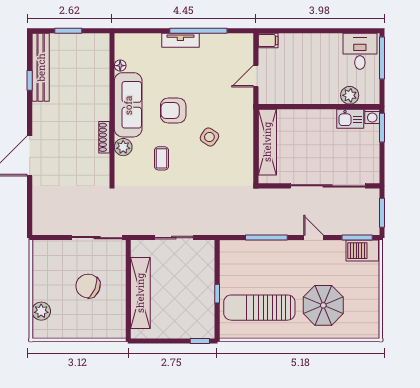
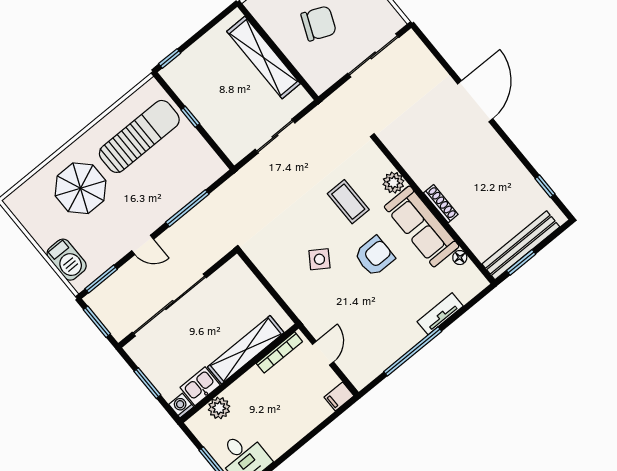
window: (68, 31) -> (521, 262), moved
tv unit: (180, 40) -> (440, 314), moved
bench: (41, 67) -> (521, 245), moved, turned 90
window: (30, 80) -> (545, 186), moved
bookcase: (283, 99) -> (279, 352), added
window: (382, 128) -> (147, 383), moved
shoe rack: (104, 137) -> (441, 204), moved
shelving: (267, 142) -> (246, 350), moved, turned 90
coffee table: (162, 158) -> (348, 202), width x1.36, depth x1.30
sliding door: (97, 238) -> (373, 55), moved
barbecue: (362, 251) -> (67, 260), moved, turned 90

